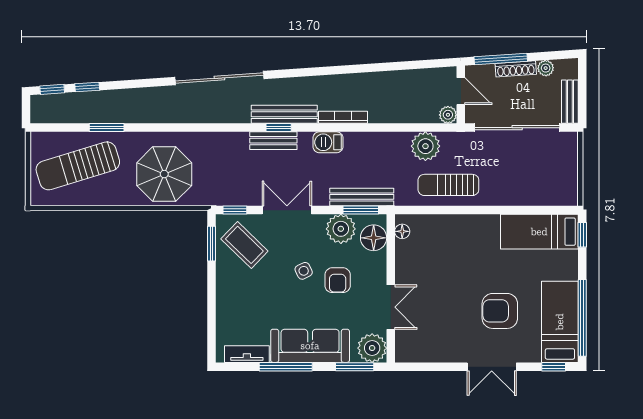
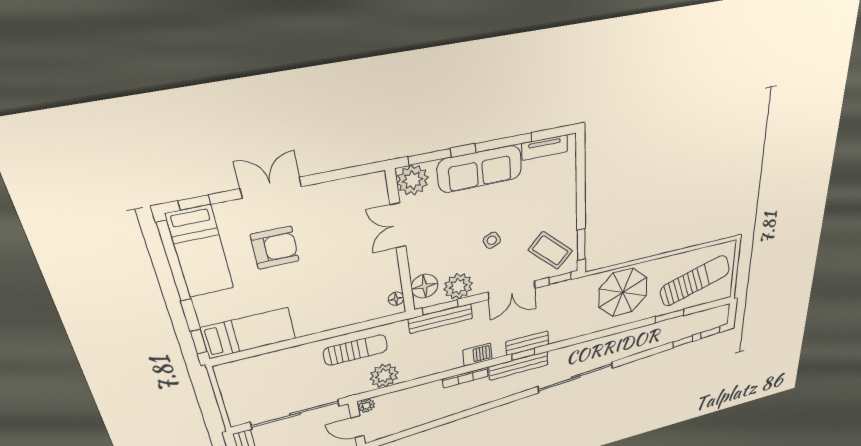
armchair: (338, 280) -> (457, 239), removed

